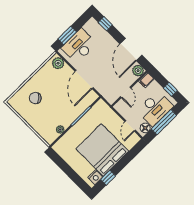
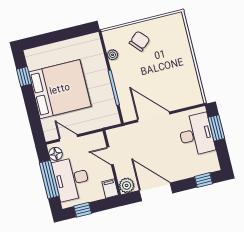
plant: (58, 63) -> (191, 98), removed
chair: (35, 98) -> (139, 41), moved
nightstand: (95, 177) -> (33, 62), removed

